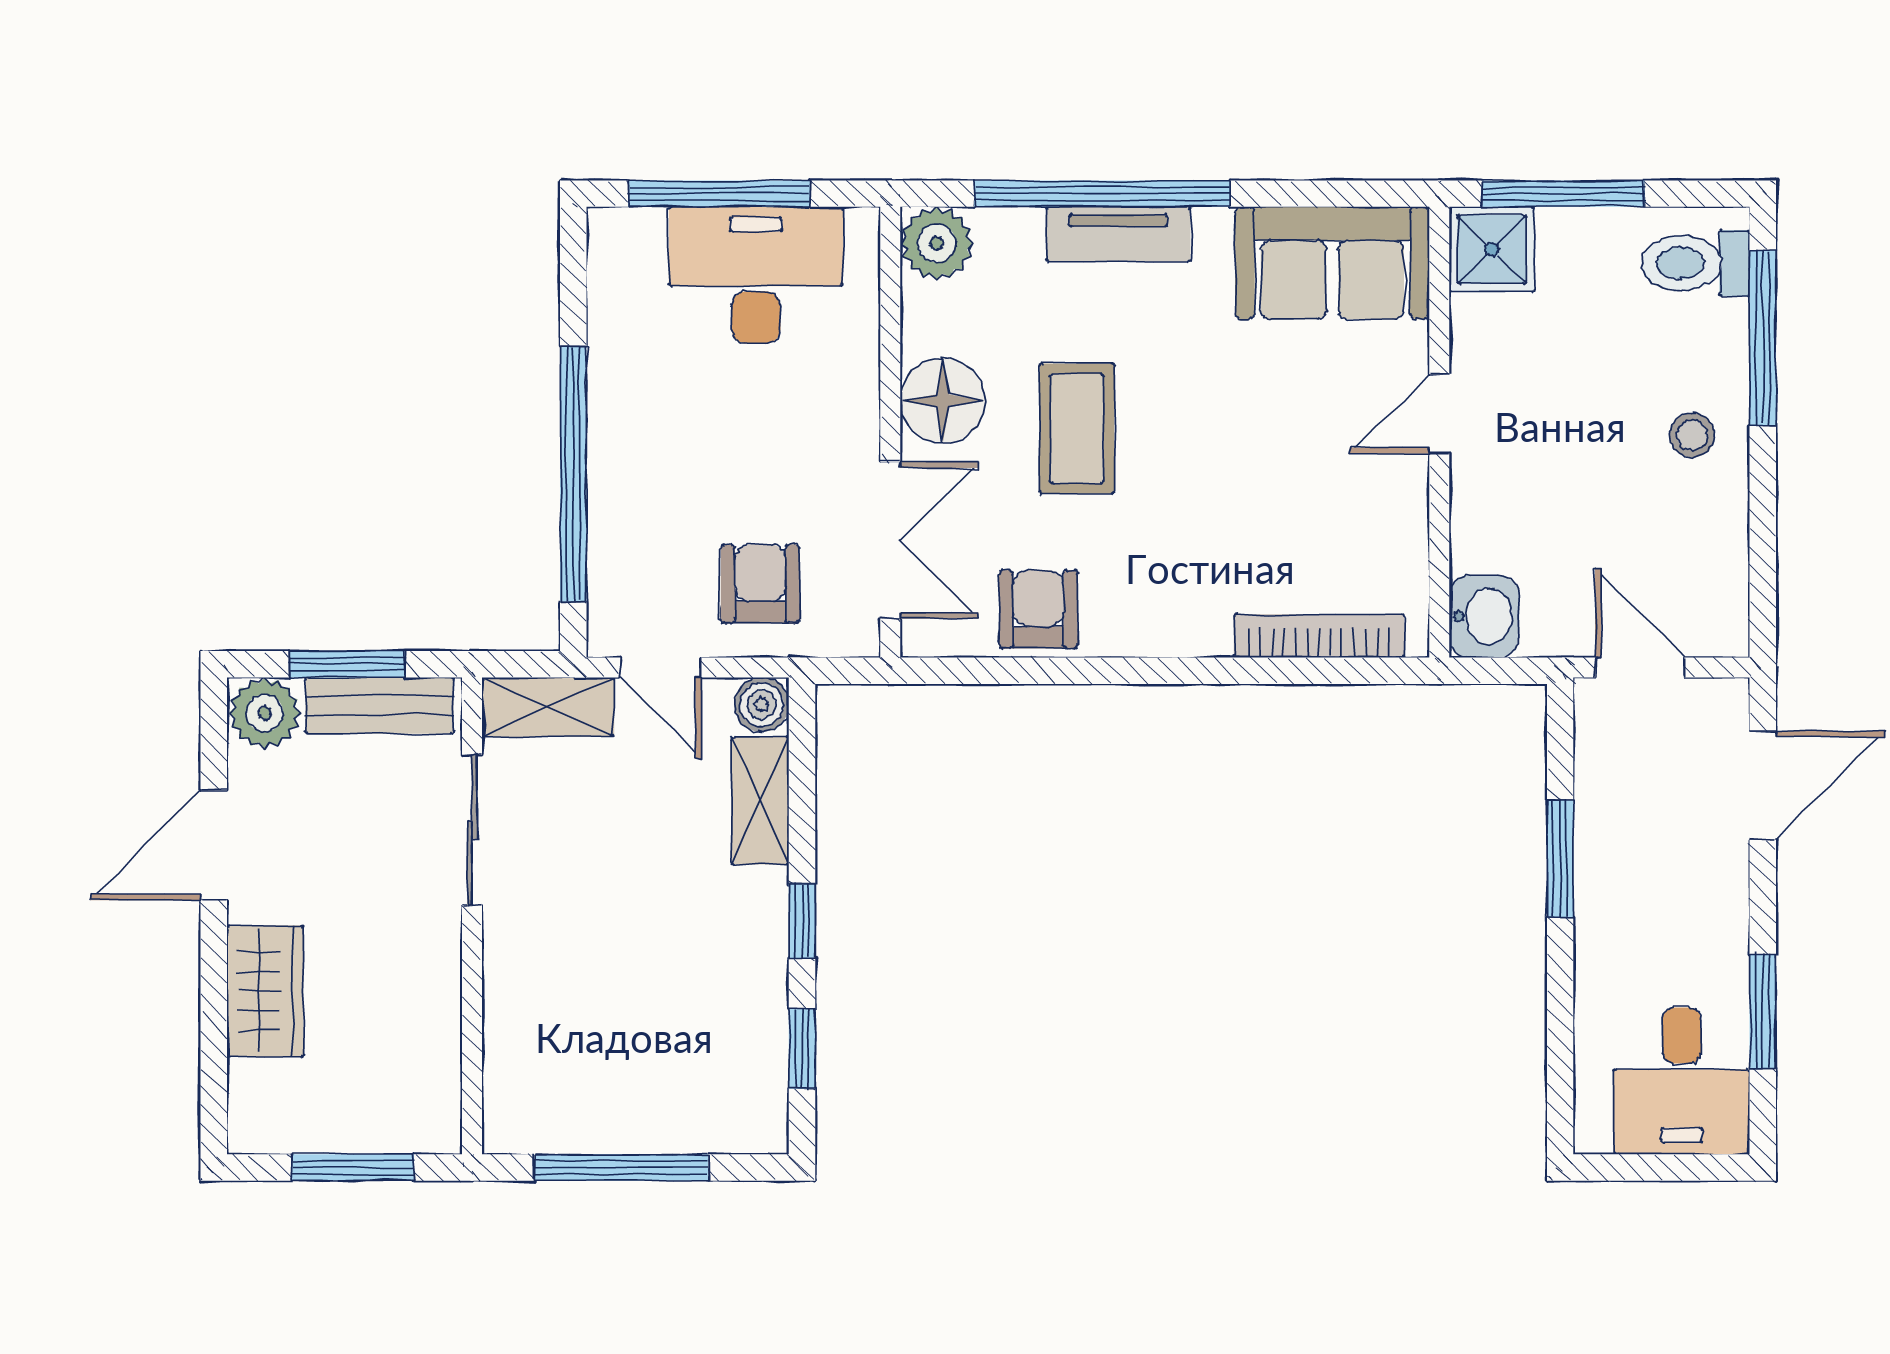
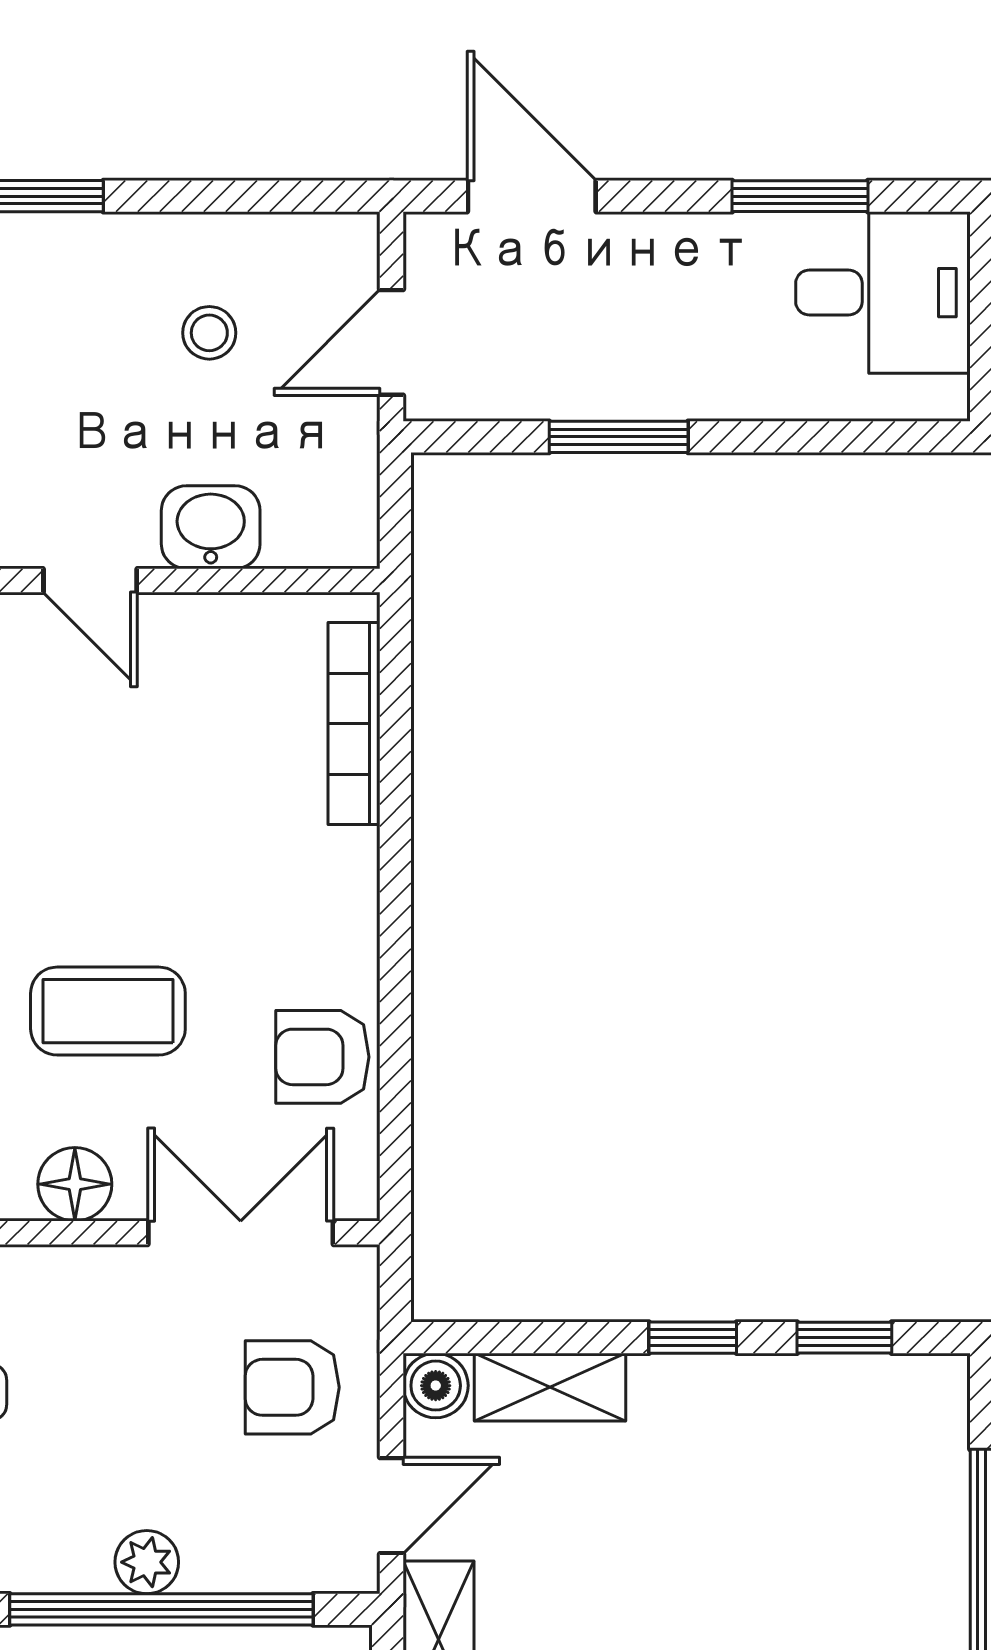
floor lamp: (943, 401) -> (75, 1184), width x0.73, depth x0.73
stool: (1692, 435) -> (209, 333), moved
plant: (613, 461) -> (147, 1562), added
washbasin: (1484, 616) -> (211, 527), moved

